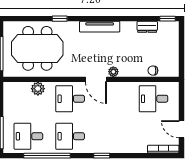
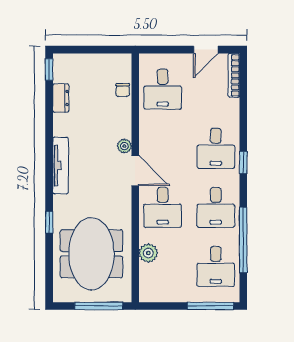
door: (96, 79) -> (135, 171), hinge flipped
desk: (112, 136) -> (216, 148), added

